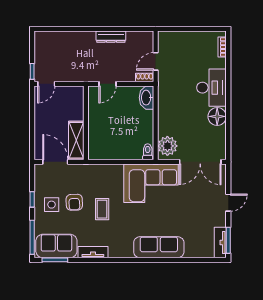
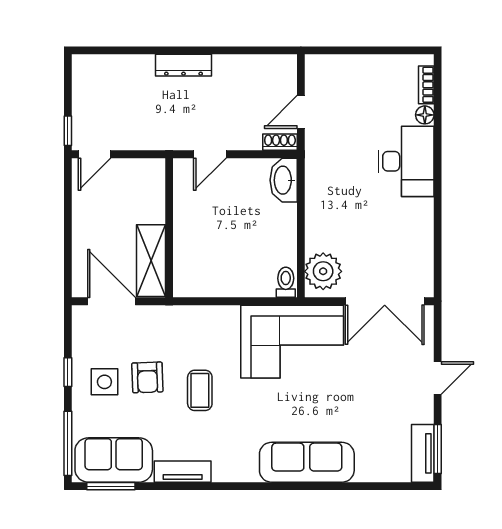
dresser: (111, 37) -> (184, 65), moved
floor lamp: (217, 116) -> (425, 115), moved, width x0.53, depth x0.53

